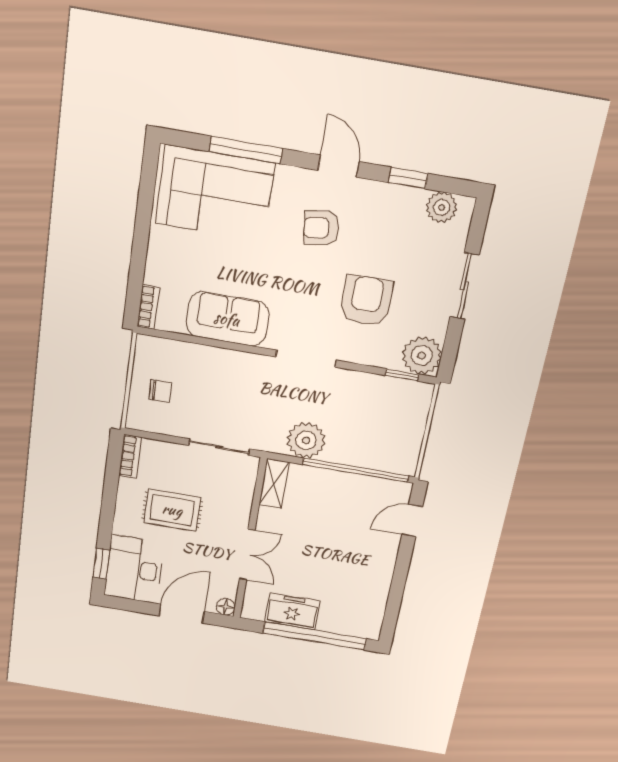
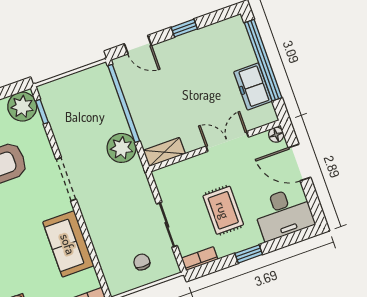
sliding door: (219, 447) -> (167, 225), moved
window: (101, 564) -> (249, 254), moved
window: (400, 577) -> (184, 28), added

